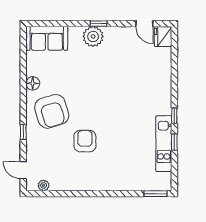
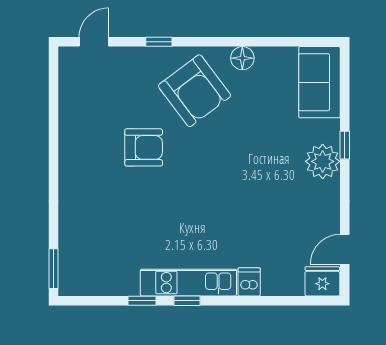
window: (99, 24) -> (345, 145), moved
dishwasher: (163, 79) -> (249, 282), added
armchair: (52, 111) -> (195, 91), turned -110
kitchen unit: (164, 144) -> (188, 283), moved
plant: (44, 185) -> (68, 77), removed

